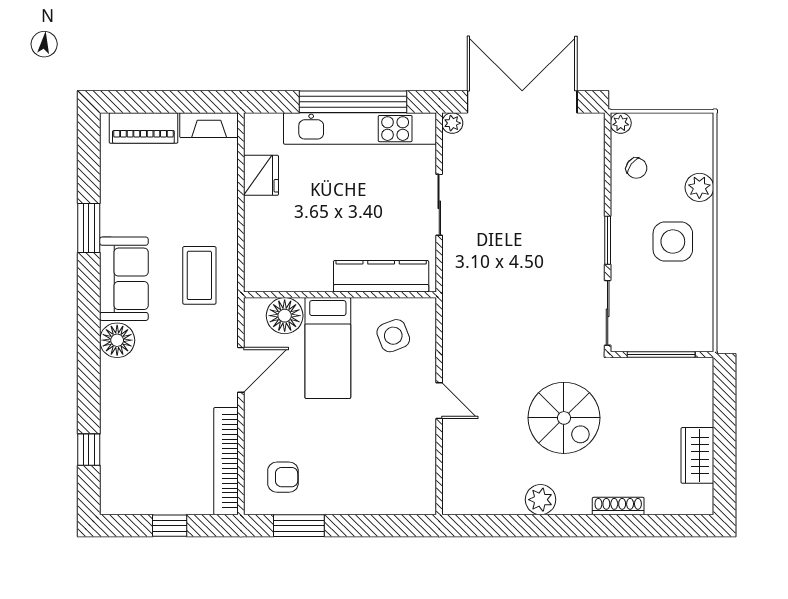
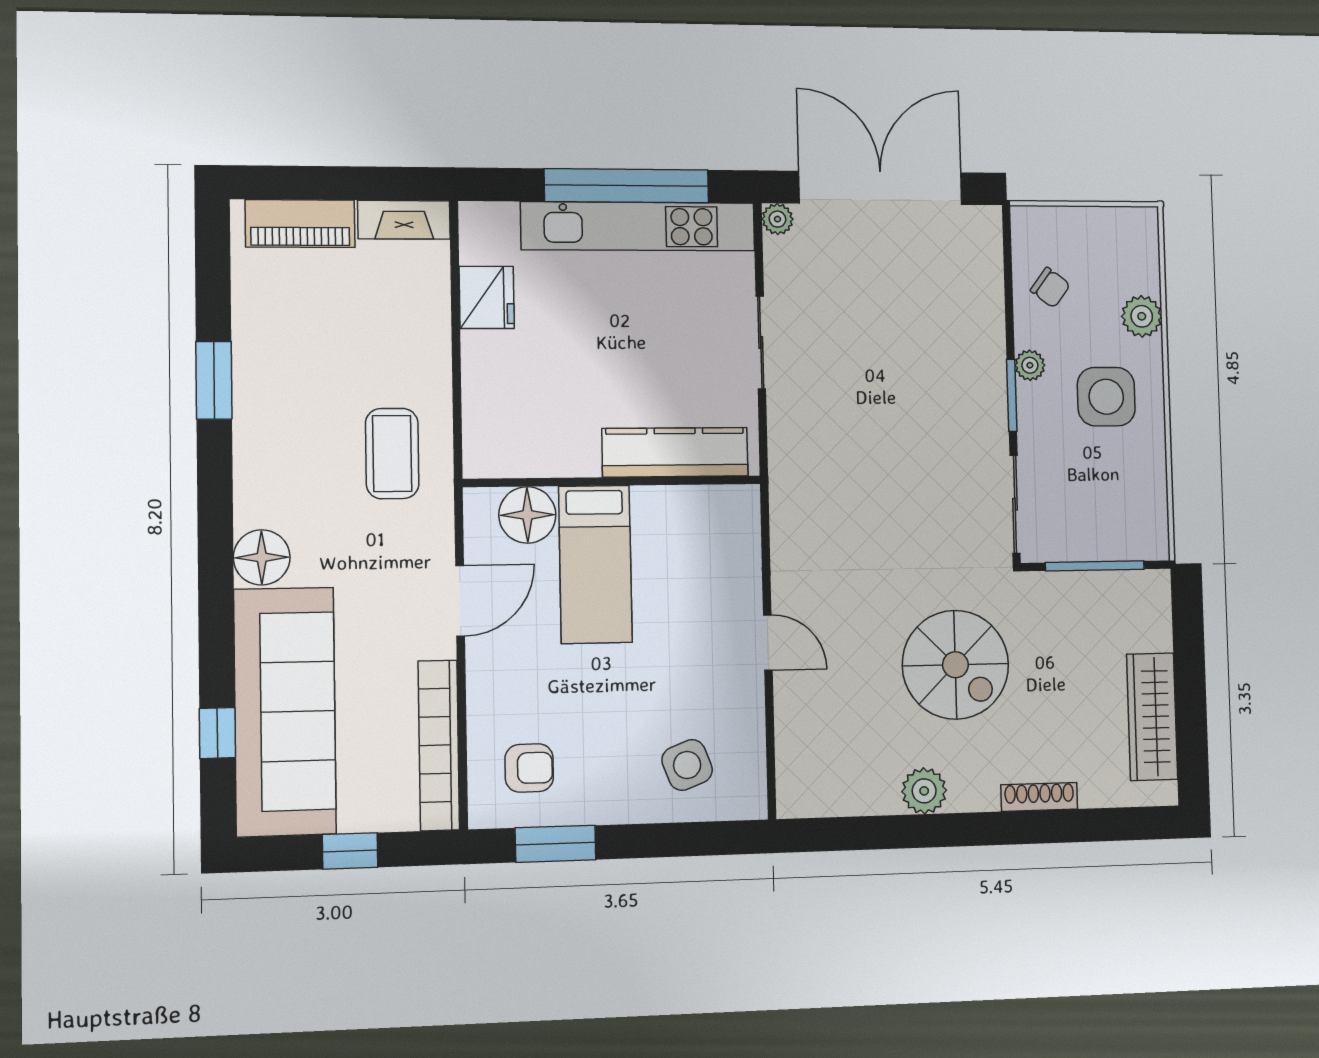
plant: (621, 123) -> (1030, 365), moved
sofa: (124, 279) -> (285, 712), moved, width x1.85, depth x1.27
side table: (393, 336) -> (687, 765), moved
wardrobe: (697, 455) -> (1152, 717), width x1.50

